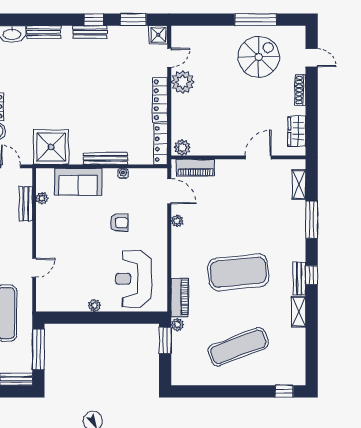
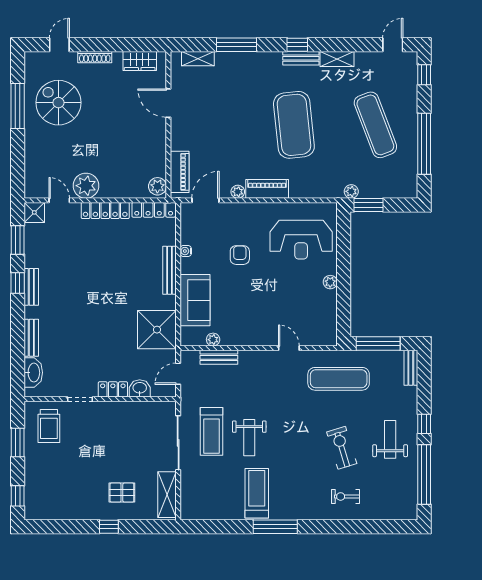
piano: (180, 298) -> (267, 189), moved
door: (312, 363) -> (393, 45), added
window: (221, 391) -> (424, 144), added

